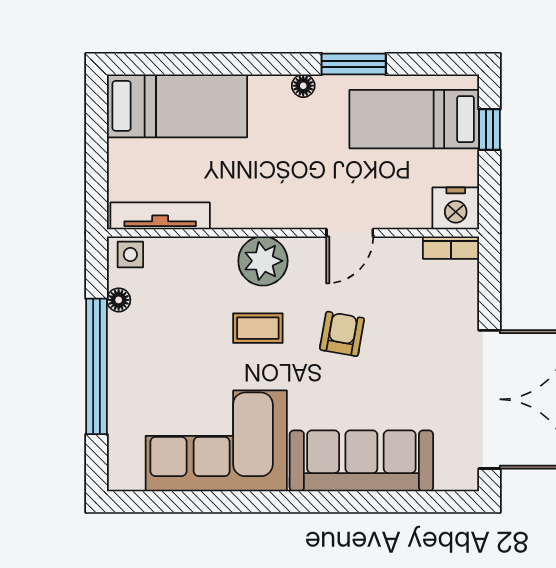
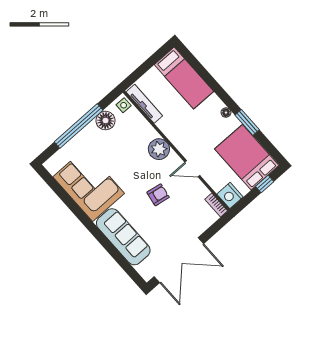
bed: (414, 119) -> (247, 157), width x1.50
floor lamp: (119, 300) -> (106, 121), width x1.89, depth x1.89
coffee table: (258, 328) -> (136, 166), removed

